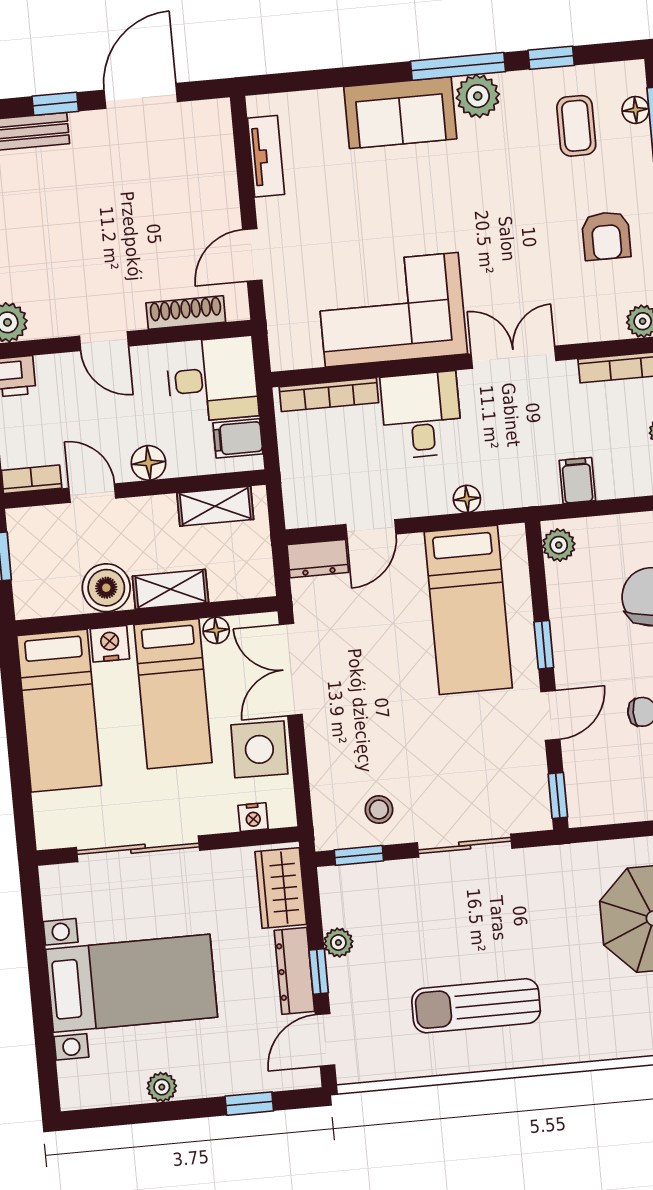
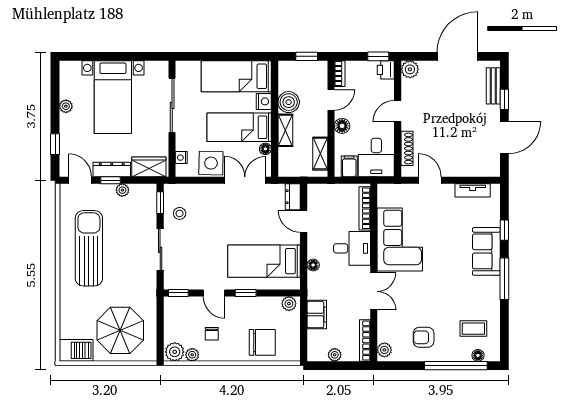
window: (551, 58) -> (504, 230), moved
door: (141, 96) -> (504, 137), hinge flipped
plant: (478, 96) -> (491, 286), removed
filing cabinet: (577, 481) -> (317, 315), width x2.00
sun lounger: (476, 1006) -> (89, 248), width x1.36, depth x1.34

